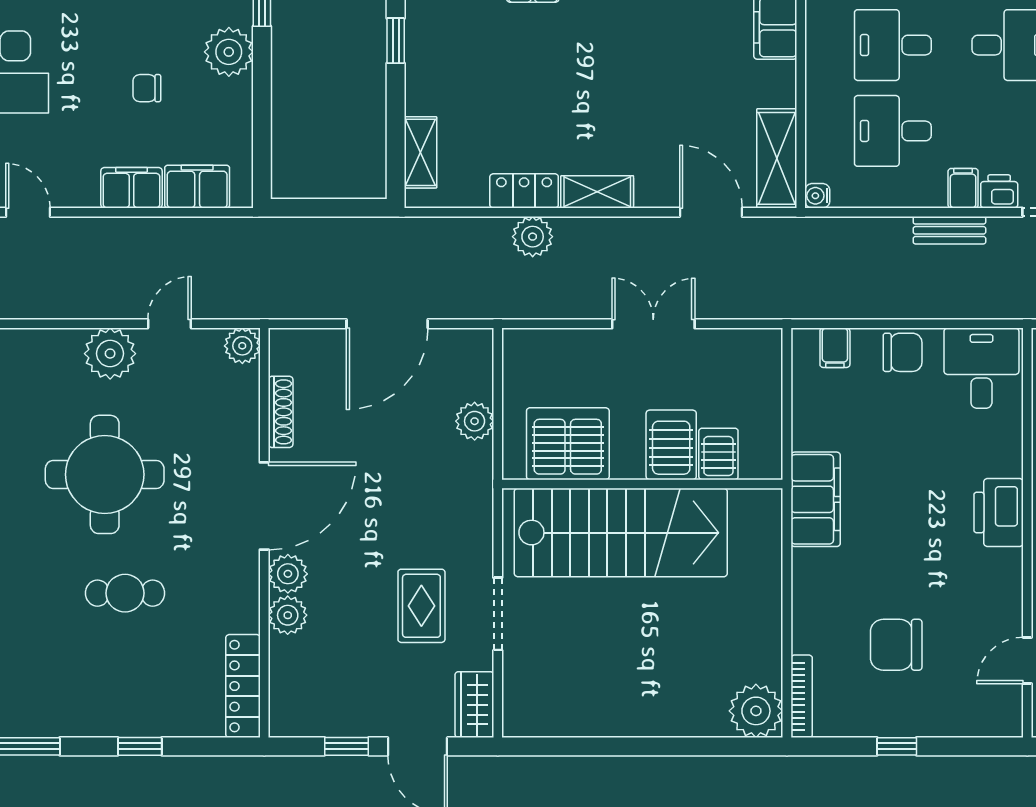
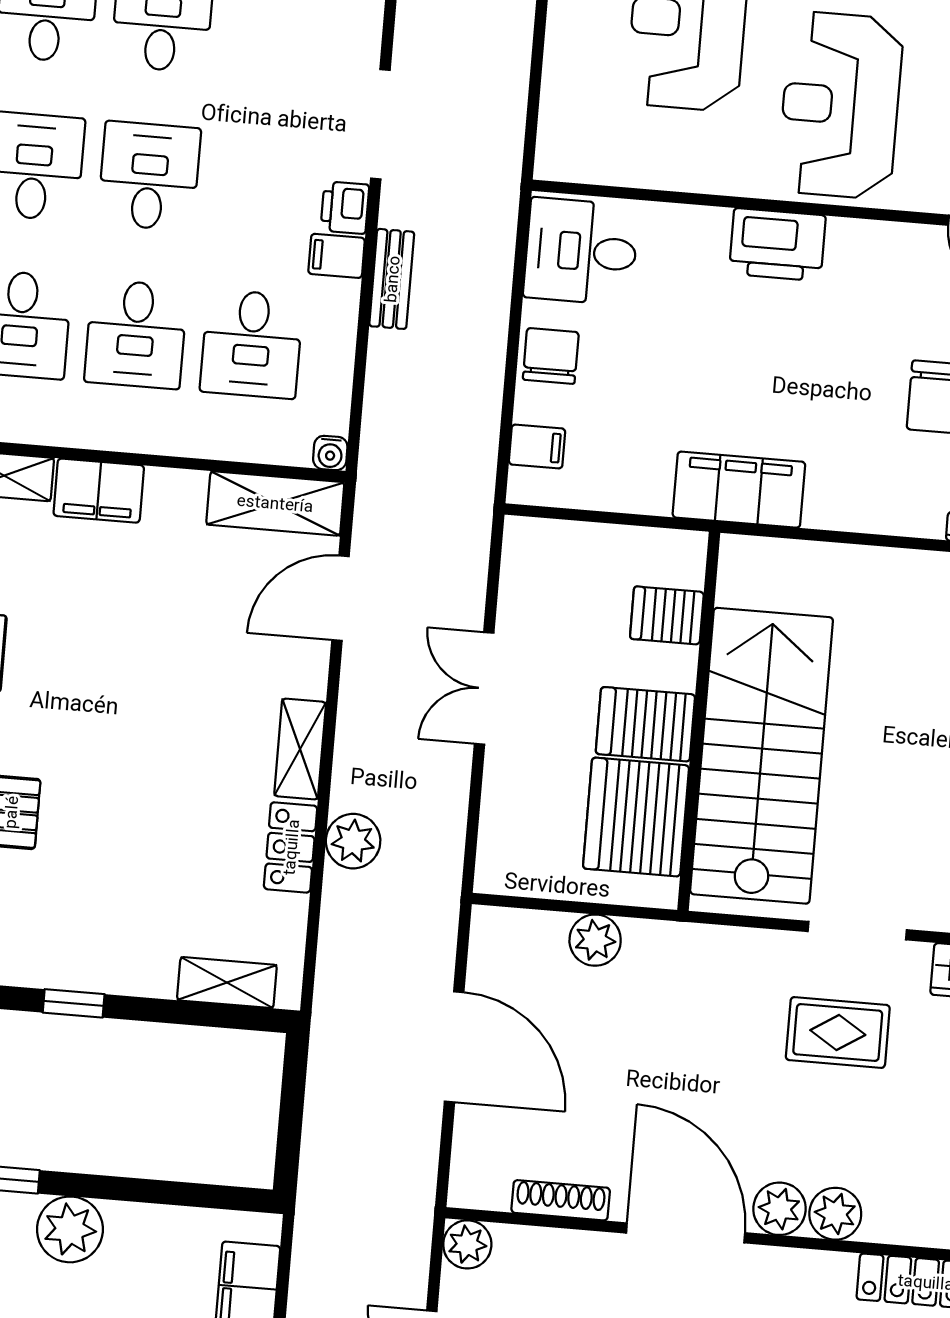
server rack: (671, 445) -> (645, 724), moved

